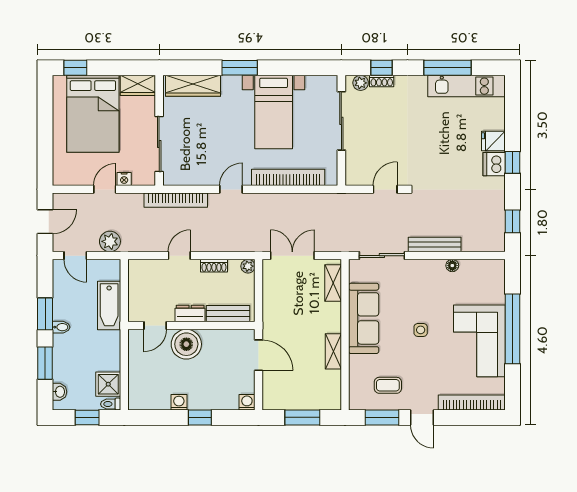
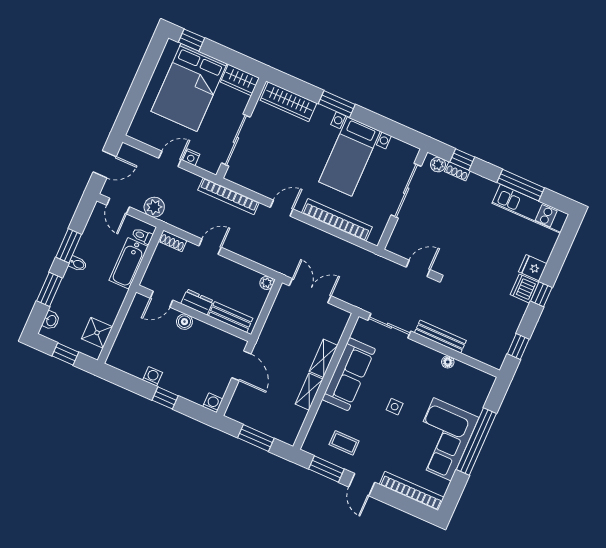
shoe rack: (214, 266) -> (173, 241), moved
shelving: (333, 283) -> (323, 358), moved
boiler: (186, 344) -> (184, 322), width x0.54, depth x0.54
toilet: (111, 404) -> (142, 236), moved

